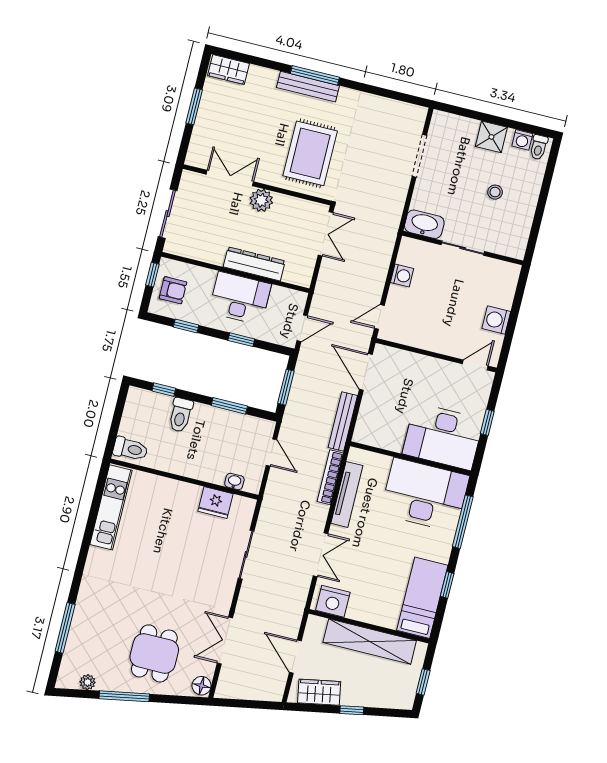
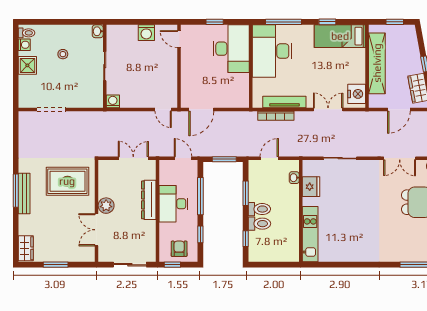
washbasin: (424, 224) -> (98, 31), moved, width x0.52, depth x0.69
double door: (326, 234) -> (133, 158), moved
washing machine: (402, 275) -> (113, 101), moved
window: (241, 340) -> (200, 196), width x2.17
bench: (343, 422) -> (237, 117), removed
toilet: (130, 449) -> (259, 209), moved, turned 90
kitchen unit: (111, 507) -> (310, 234), moved, turned 90

